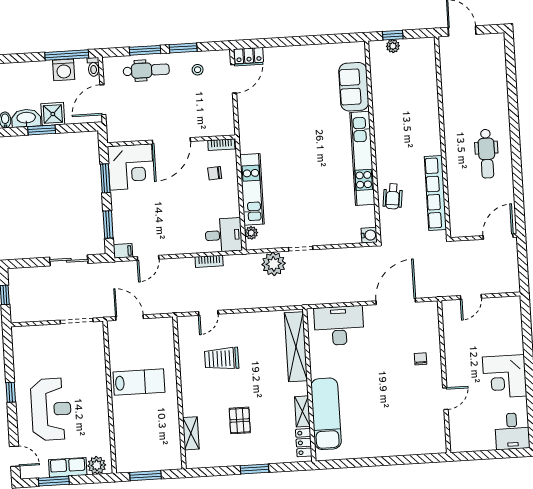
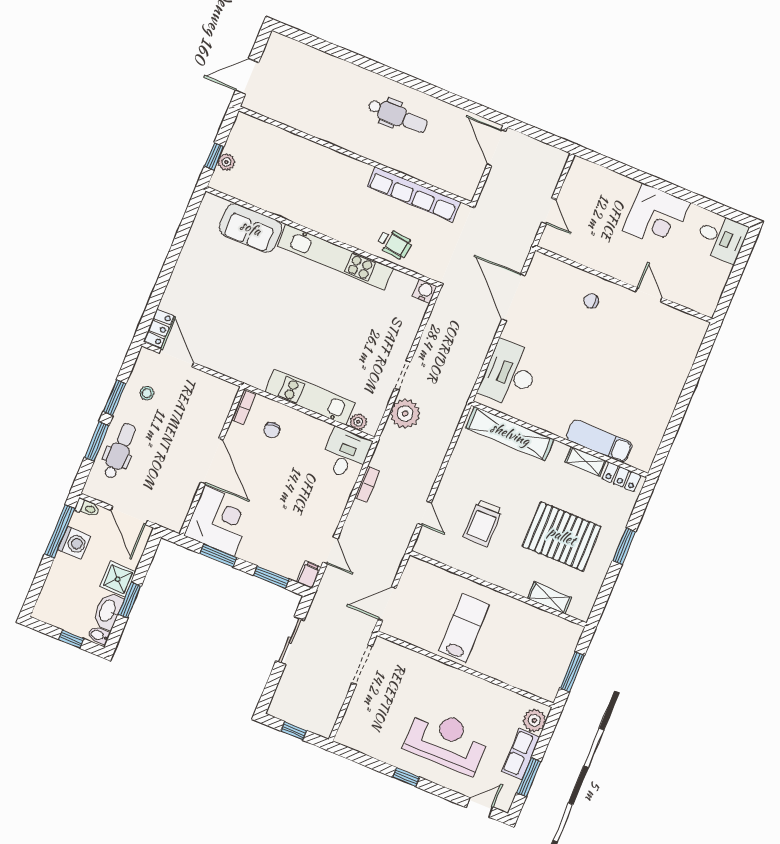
exam couch: (326, 414) -> (599, 441), width x0.73, depth x0.69
pallet: (240, 420) -> (562, 536), width x2.05, depth x2.00

